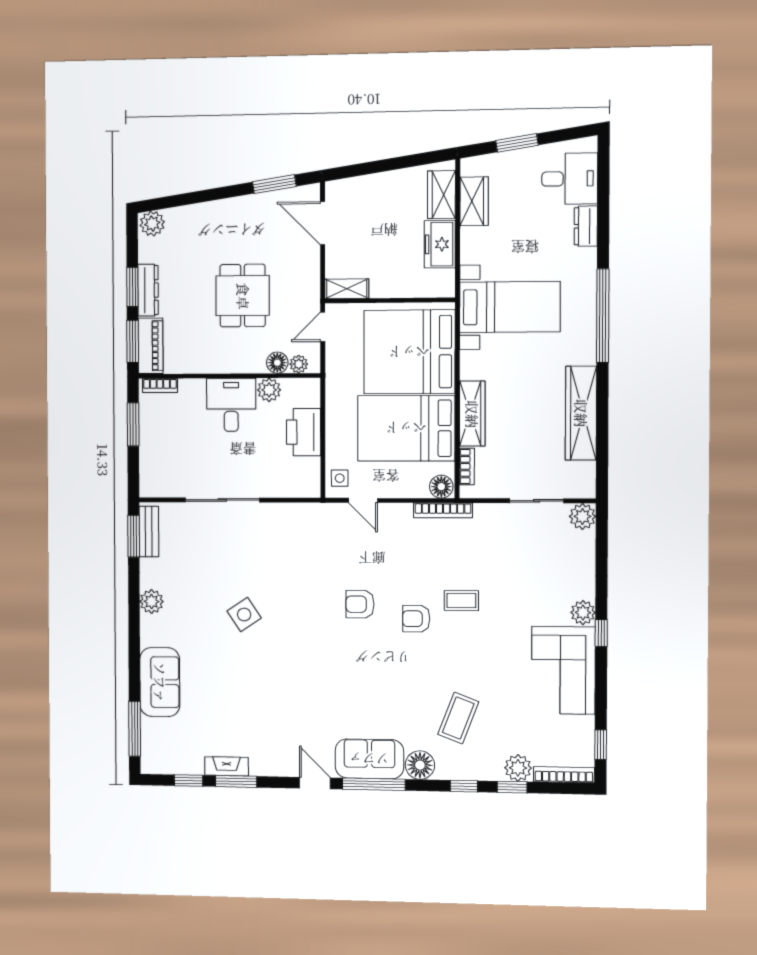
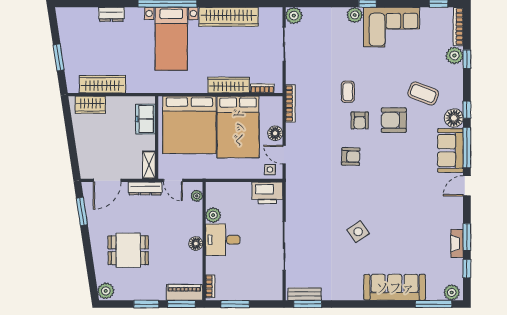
desk: (570, 179) -> (82, 24), removed
wardrobe: (474, 201) -> (102, 84), width x1.50
freezer: (440, 244) -> (145, 119), moved, turned 90
dresser: (148, 290) -> (145, 188), moved, turned 180
dining table: (243, 296) -> (128, 250), moved
bed with nightstands: (510, 307) -> (171, 39), moved, turned 180
floor lamp: (277, 363) -> (196, 244), moved
printer: (304, 432) -> (267, 193), moved
floor lamp: (441, 487) -> (275, 133), moved
door: (363, 500) -> (284, 155), swing flipped
plant: (152, 602) -> (452, 292), moved
armchair: (360, 604) -> (351, 156), turned -88
armchair: (417, 672) -> (394, 120), added
sofa: (160, 682) -> (395, 287), width x1.36
window: (464, 786) -> (467, 110), moved

